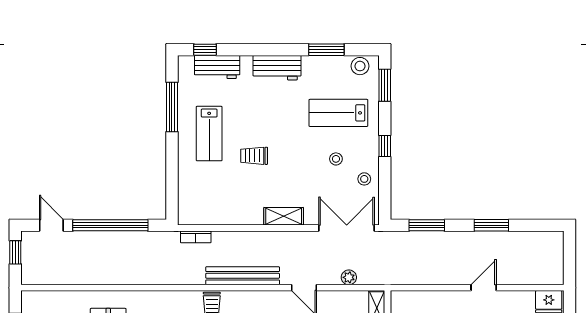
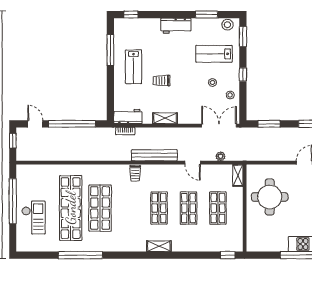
workbench: (217, 67) -> (128, 117), moved, turned 180
shelving: (284, 216) -> (165, 118), moved

